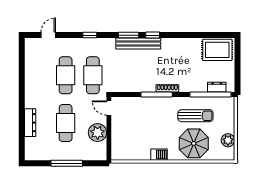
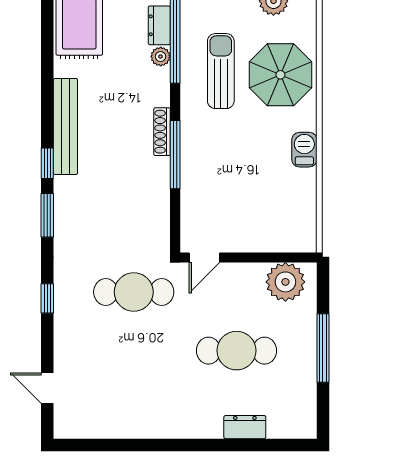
bench: (138, 44) -> (65, 127), moved
cafe table: (66, 75) -> (134, 351), removed
plant: (202, 88) -> (161, 57), added
dresser: (30, 123) -> (245, 427), width x0.70
plant: (98, 133) -> (285, 282), moved

